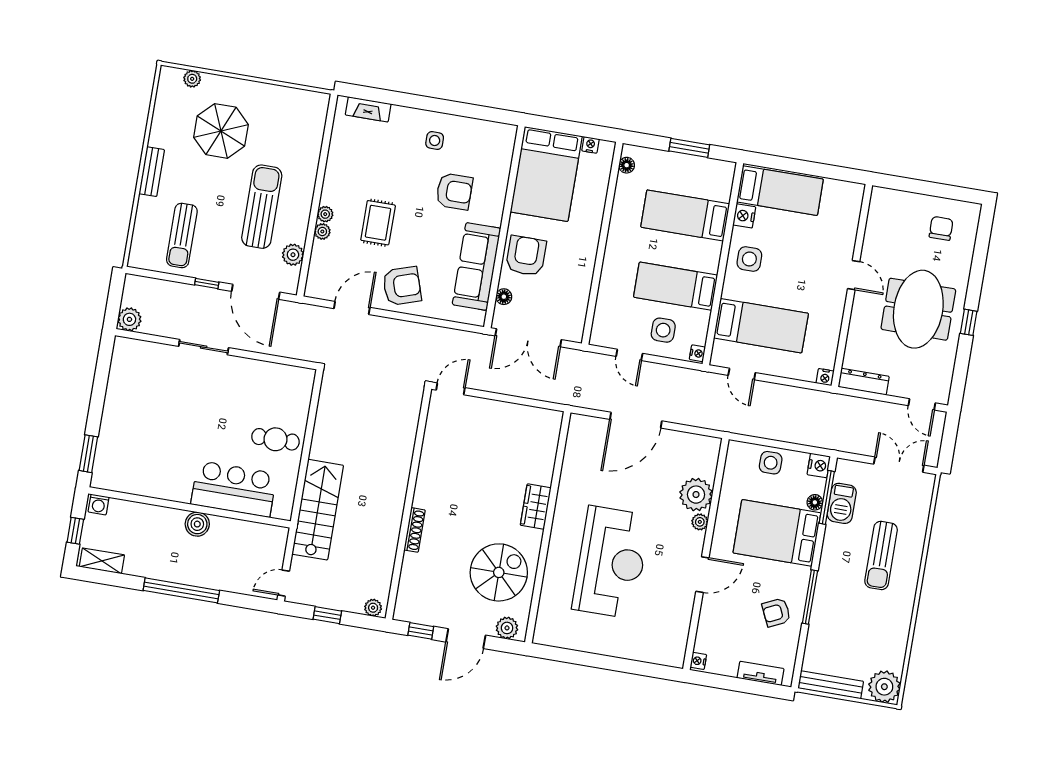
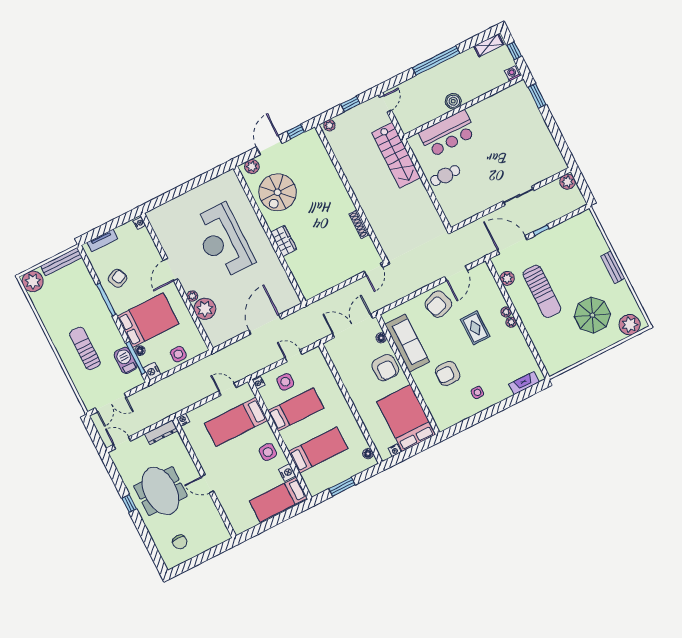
plant: (192, 79) -> (630, 325), width x1.88, depth x1.88
plant: (322, 231) -> (511, 322), moved
sun lounger: (182, 235) -> (573, 246), removed
shoe rack: (415, 530) -> (359, 224), moved

